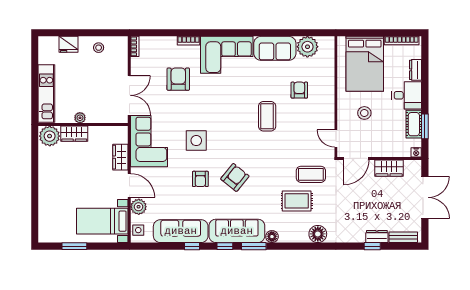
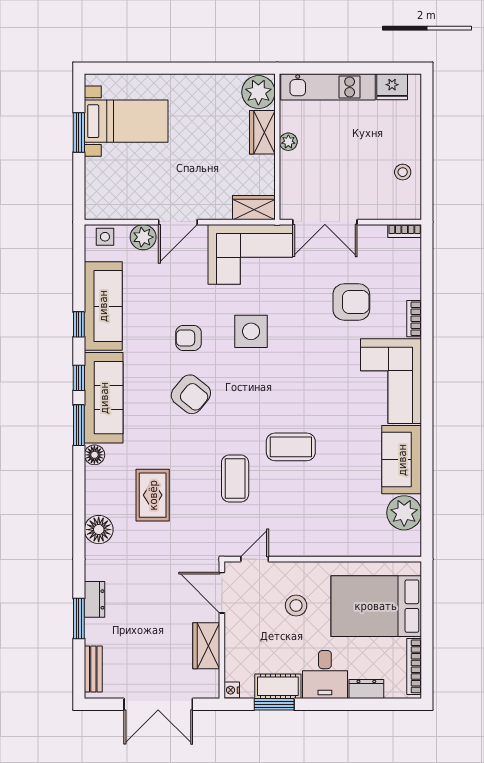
fridge: (69, 44) -> (392, 87), moved, turned -90
armchair: (299, 90) -> (333, 499), removed
wardrobe: (120, 157) -> (254, 208), moved
coffee table: (311, 174) -> (235, 478), moved
bed with nightstands: (102, 221) -> (126, 121), moved, turned 90
dresser: (377, 237) -> (95, 599), moved
window: (372, 246) -> (79, 618), width x1.50

